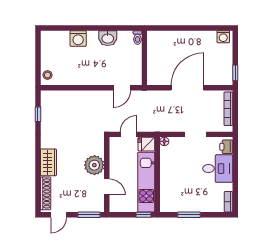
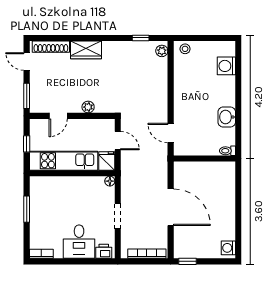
washing machine: (78, 39) -> (226, 66), moved
plant: (49, 95) -> (162, 51), added
plant: (94, 165) -> (88, 107), width x0.53, depth x0.53
window: (143, 215) -> (27, 144), moved

